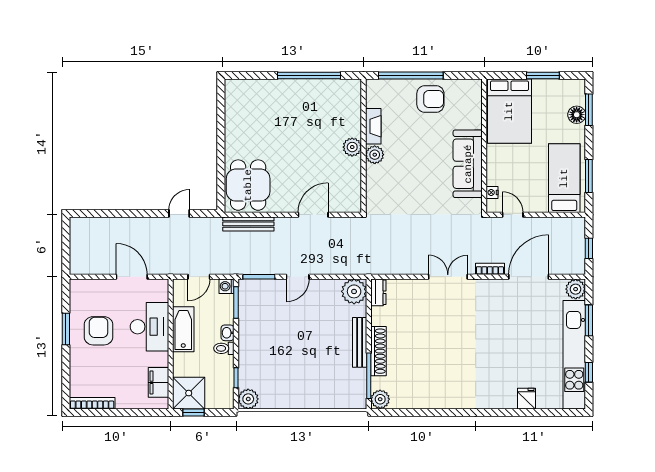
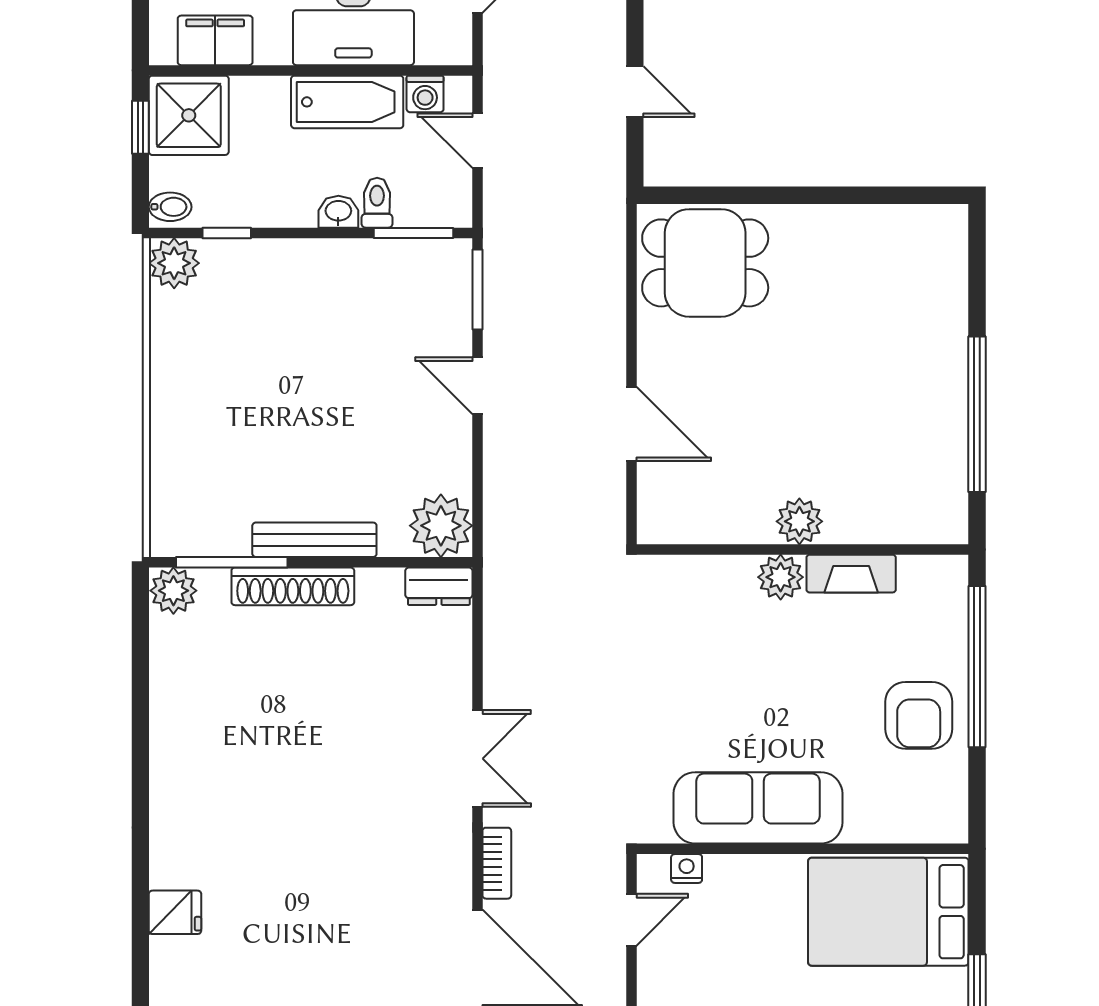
bench: (248, 224) -> (609, 263), removed
washing machine: (227, 286) -> (425, 94), moved, turned 180
toilet: (224, 348) -> (377, 203), moved
fridge: (526, 399) -> (175, 912), moved
bidet: (226, 401) -> (170, 207), added

